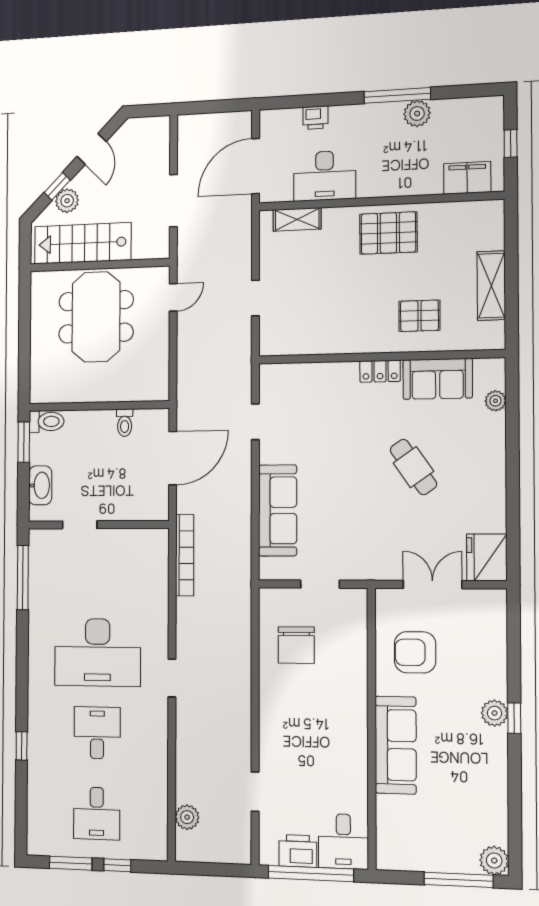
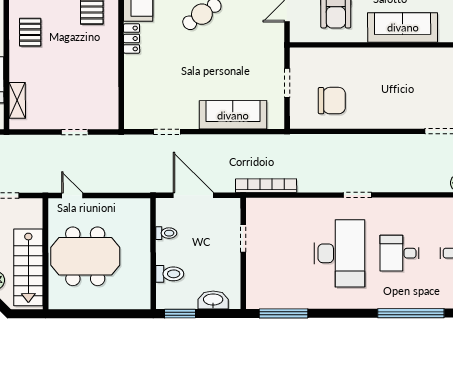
pallet: (388, 233) -> (30, 32), width x0.67, depth x0.71
toilet: (47, 421) -> (170, 274), moved, turned 90
doorway: (80, 525) -> (243, 238), moved
window: (22, 746) -> (411, 313), width x3.17

